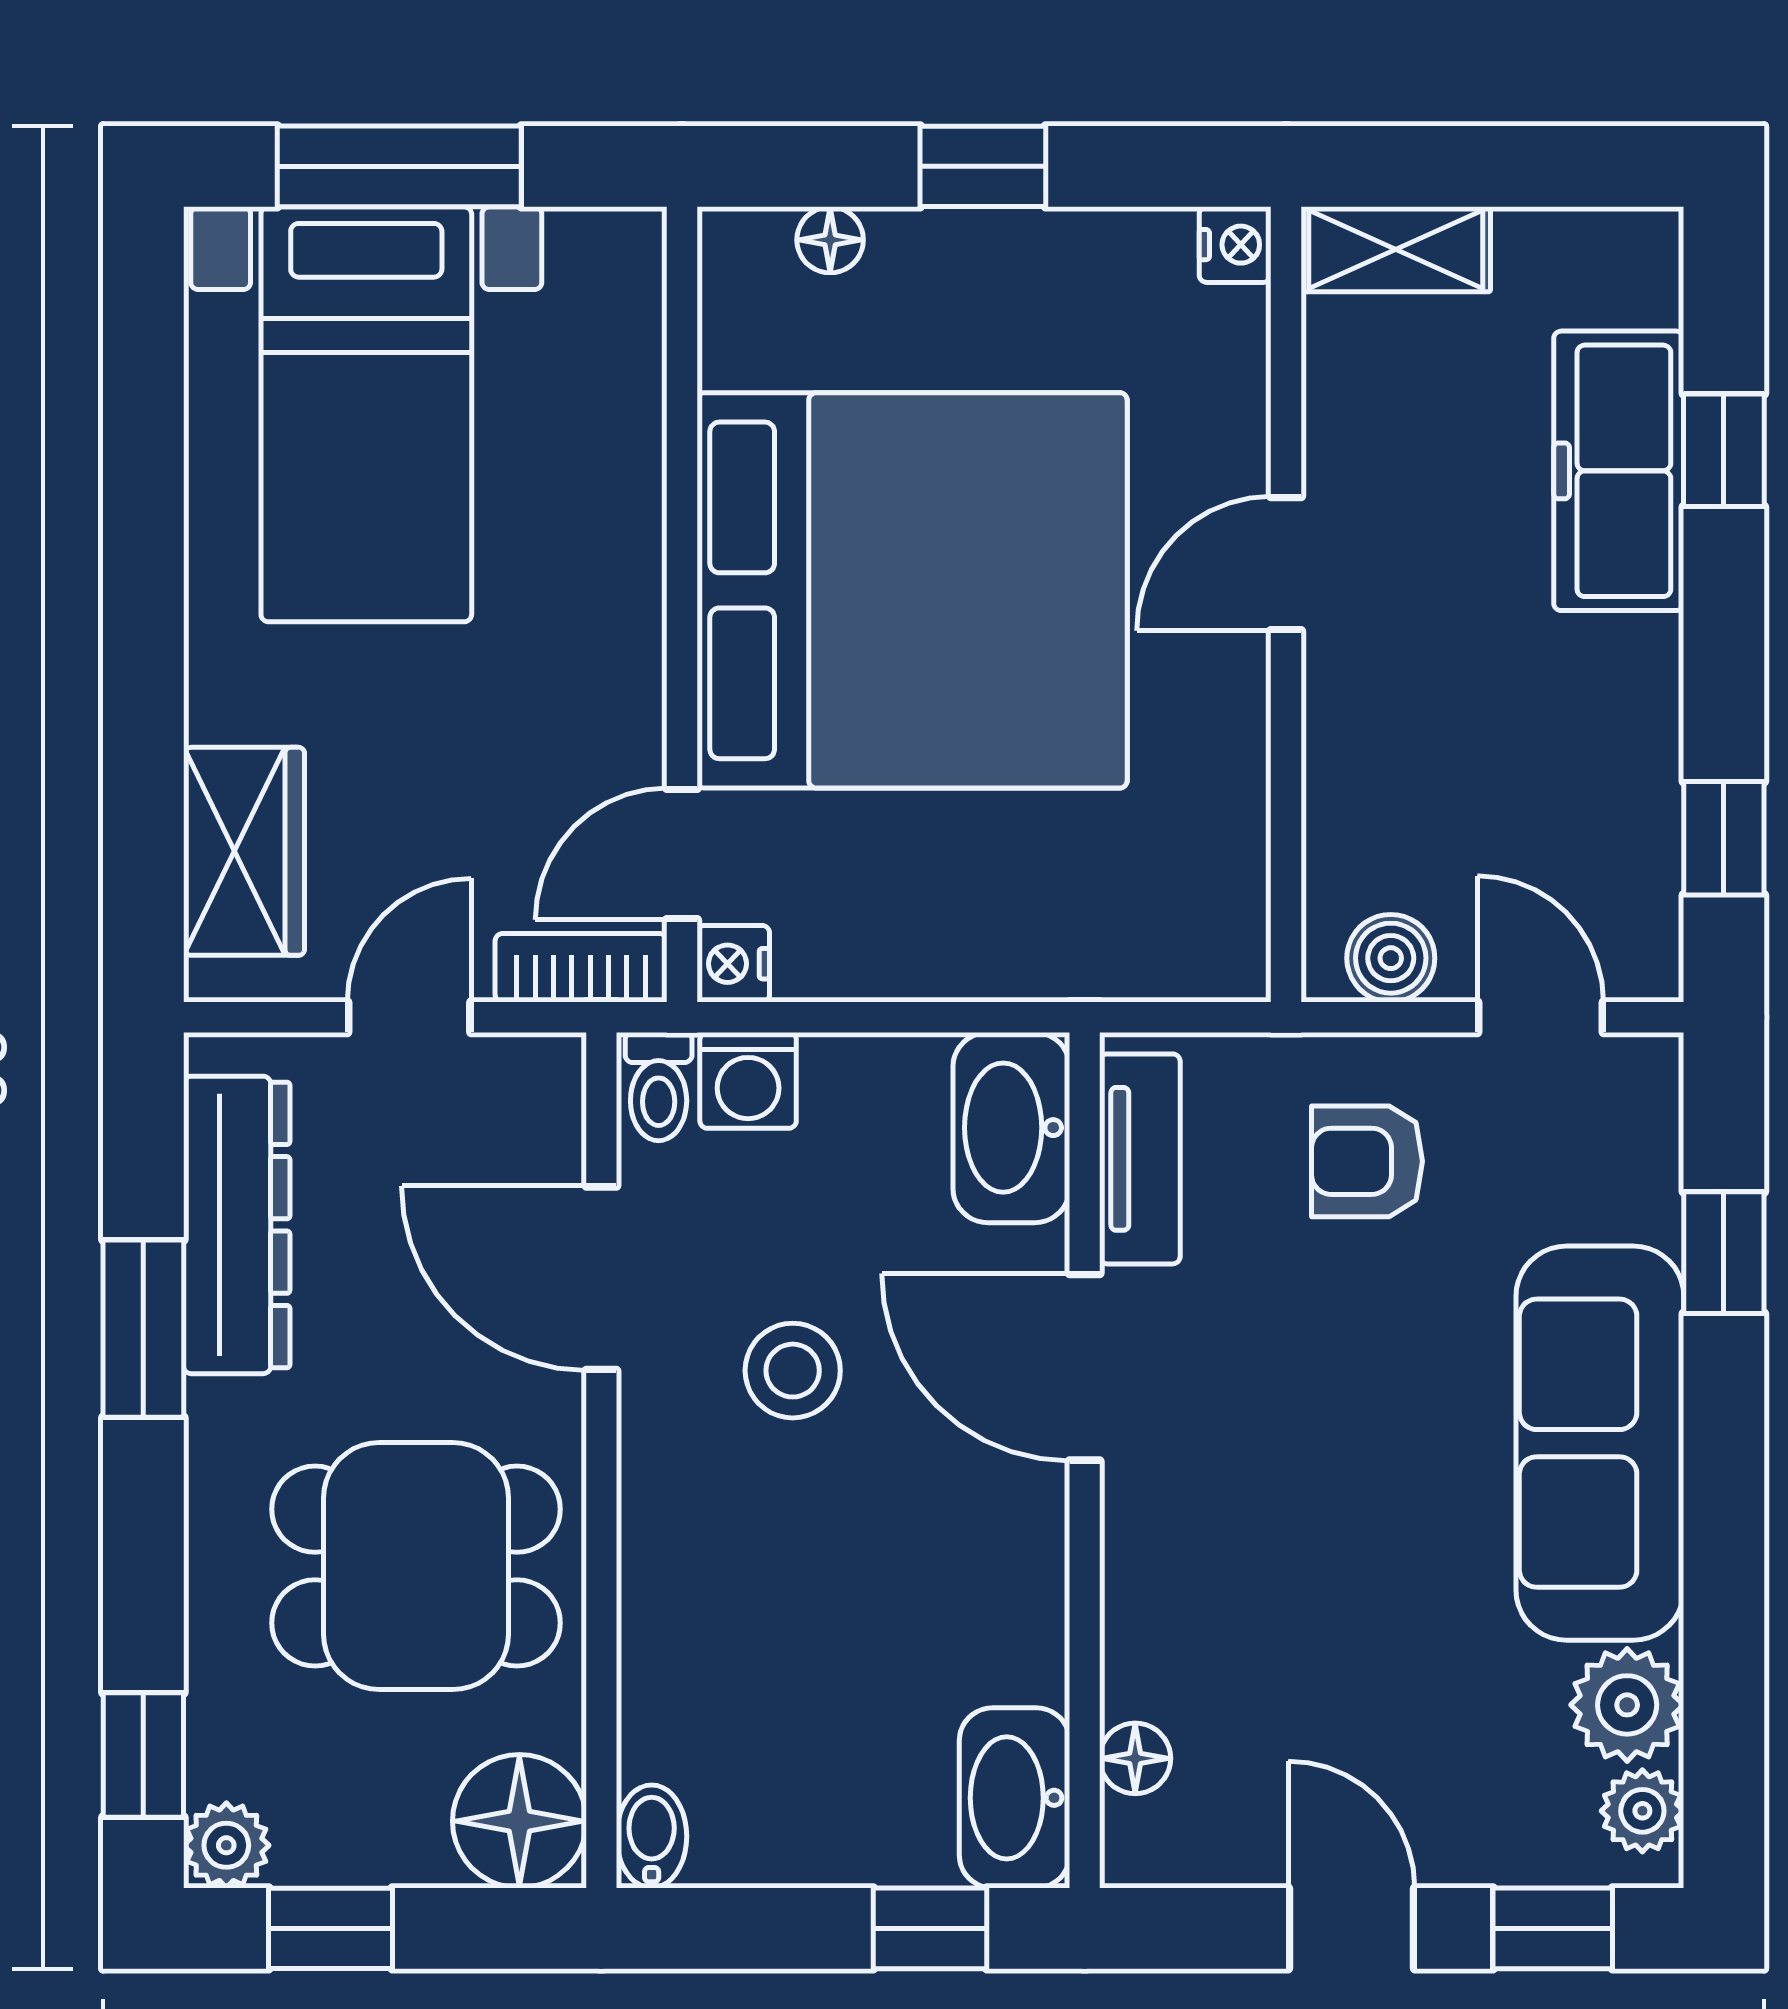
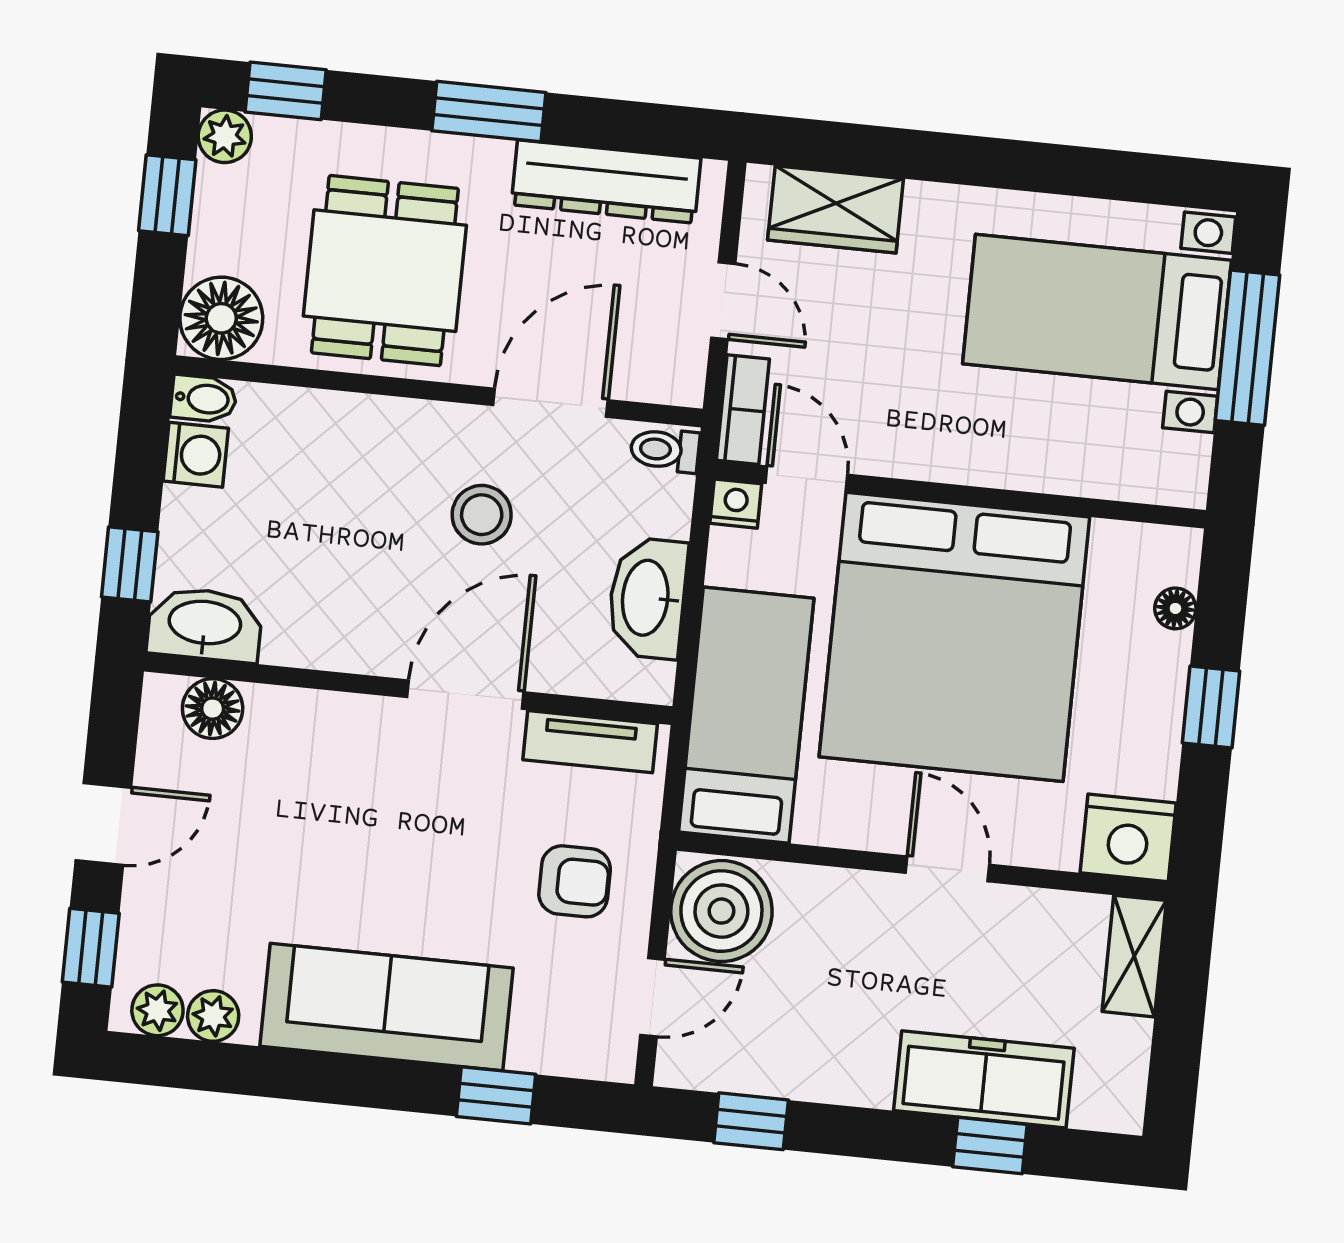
nightstand: (1235, 245) -> (1128, 838), width x1.89, depth x1.79
bed: (1072, 912) -> (746, 715), added
boiler: (1391, 958) -> (721, 911), width x1.86, depth x1.86
washing machine: (748, 1080) -> (196, 455), moved, turned 180
washbasin: (1011, 1128) -> (647, 598), moved, turned -90
armchair: (1367, 1161) -> (575, 881), turned 90
window: (143, 1329) -> (489, 112), moved
plant: (1627, 1705) -> (213, 1016), width x0.73, depth x0.73
floor lamp: (1135, 1758) -> (213, 709), width x1.37, depth x1.37

